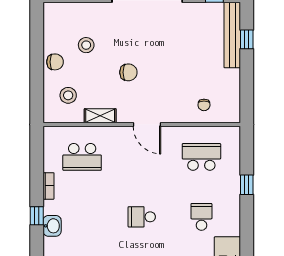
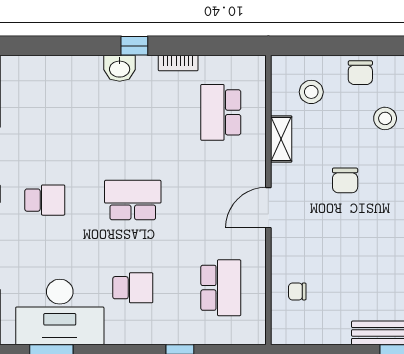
school desk: (142, 217) -> (133, 200), width x1.85

